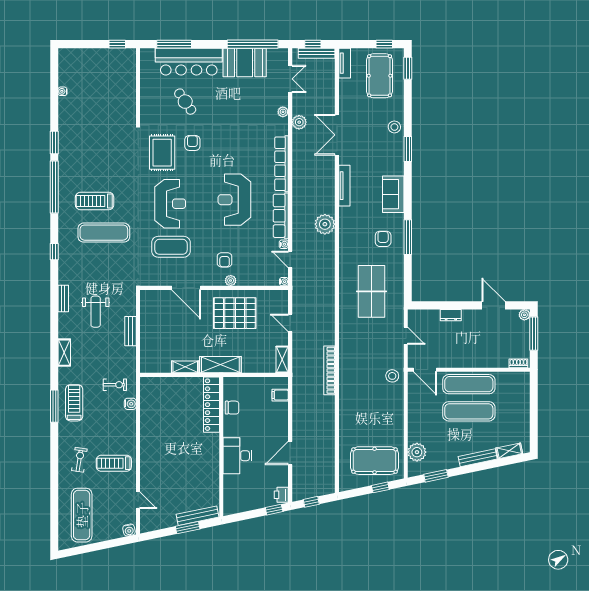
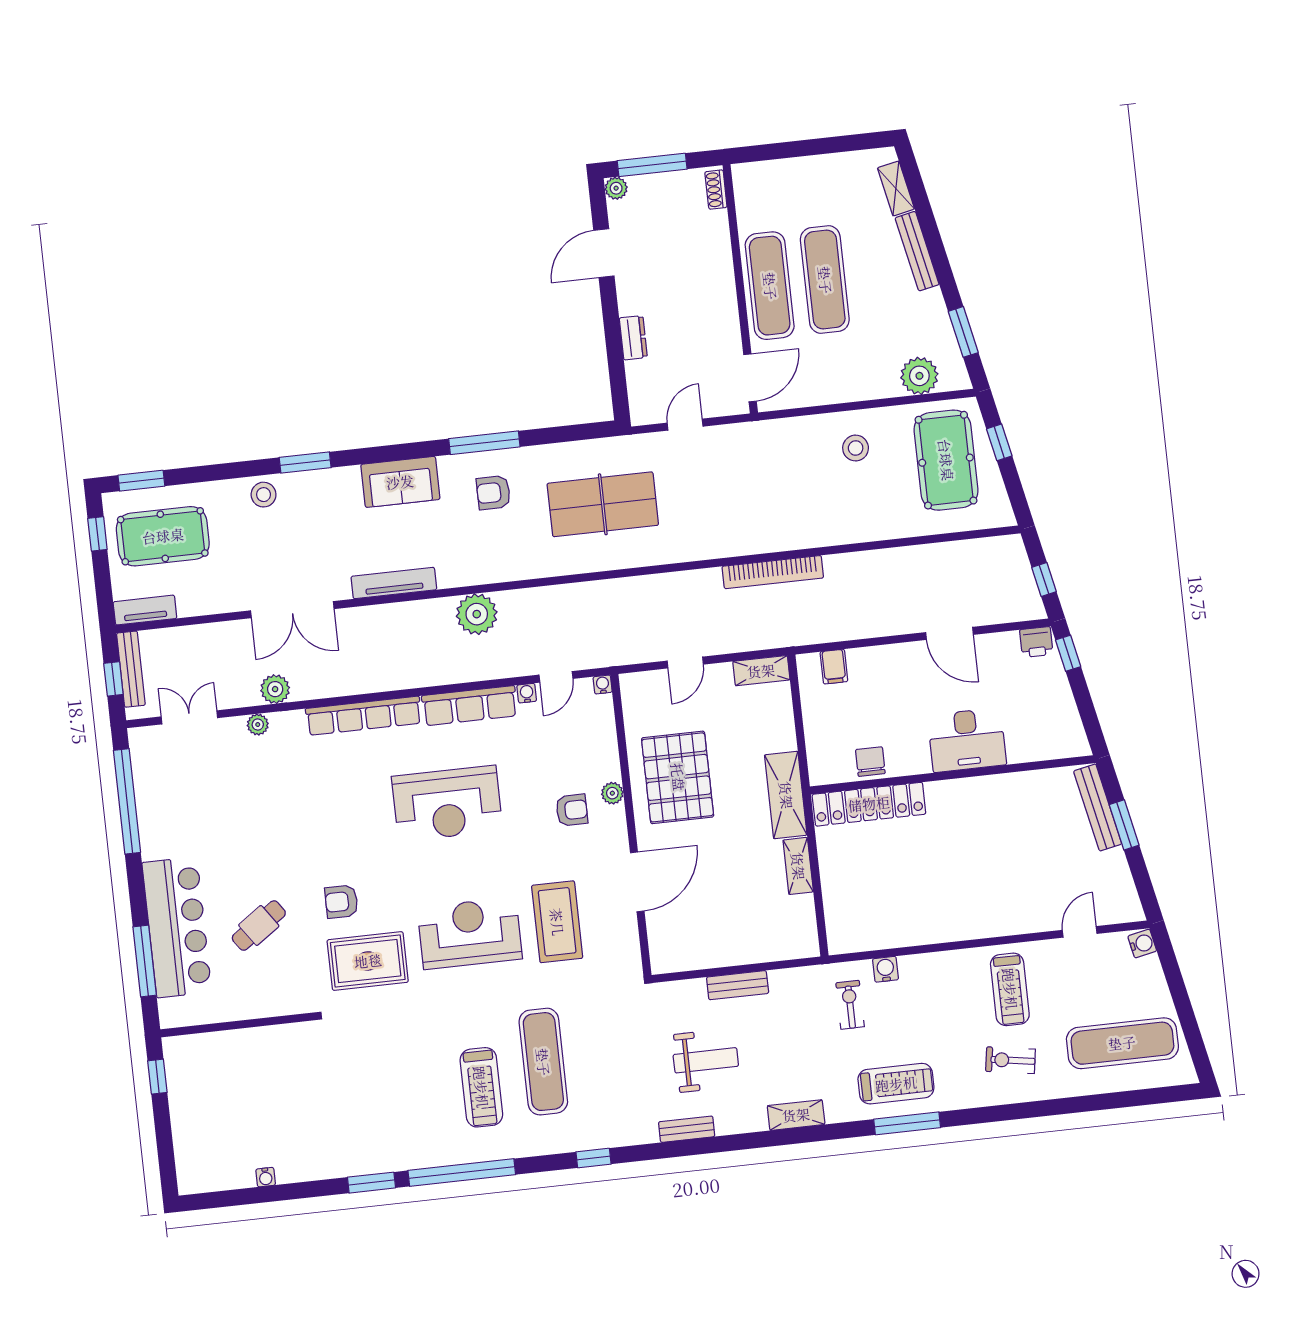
booth: (245, 62) -> (166, 814), removed
stool: (392, 376) -> (856, 448), moved
treadmill: (74, 403) -> (896, 1084), turned 180

